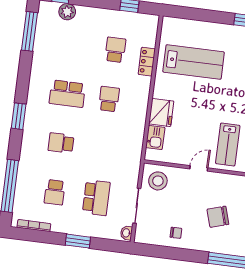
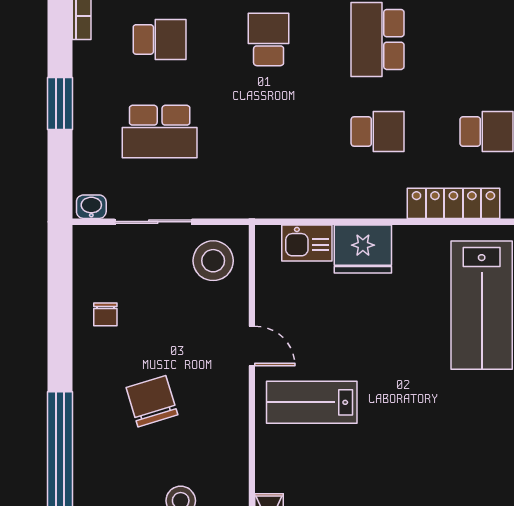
locker: (147, 62) -> (453, 203), width x1.53
school desk: (55, 192) -> (160, 39), turned 180

